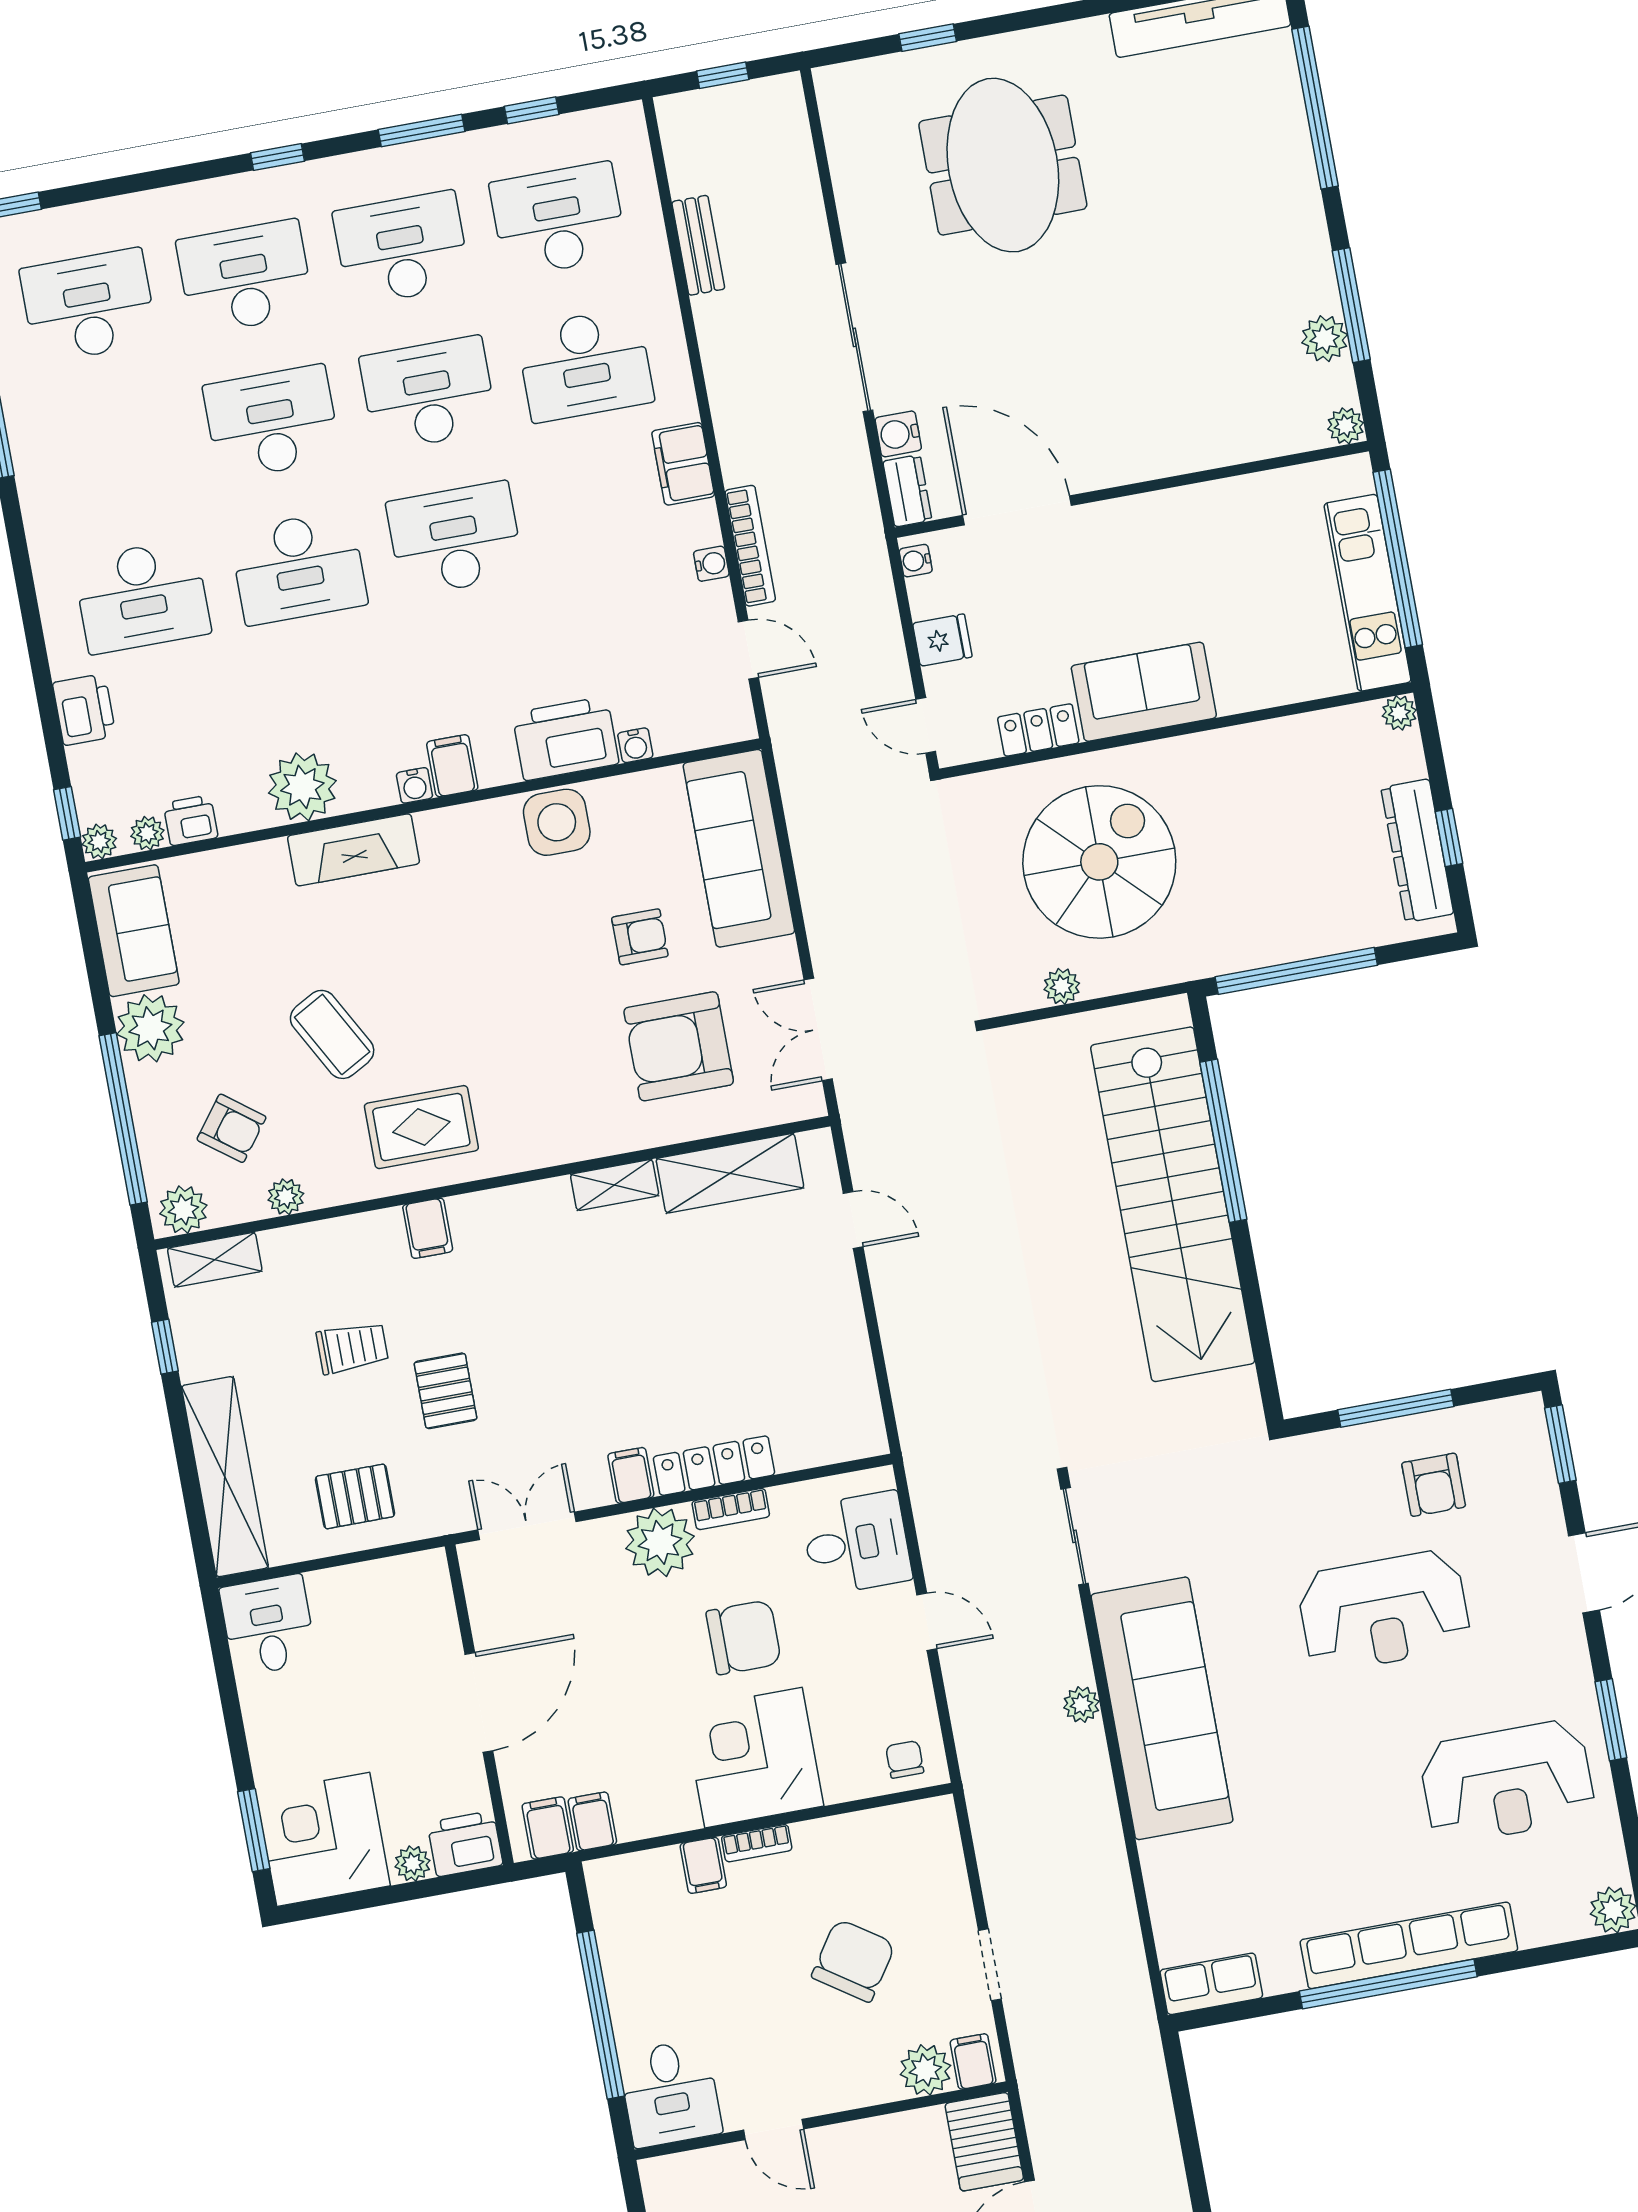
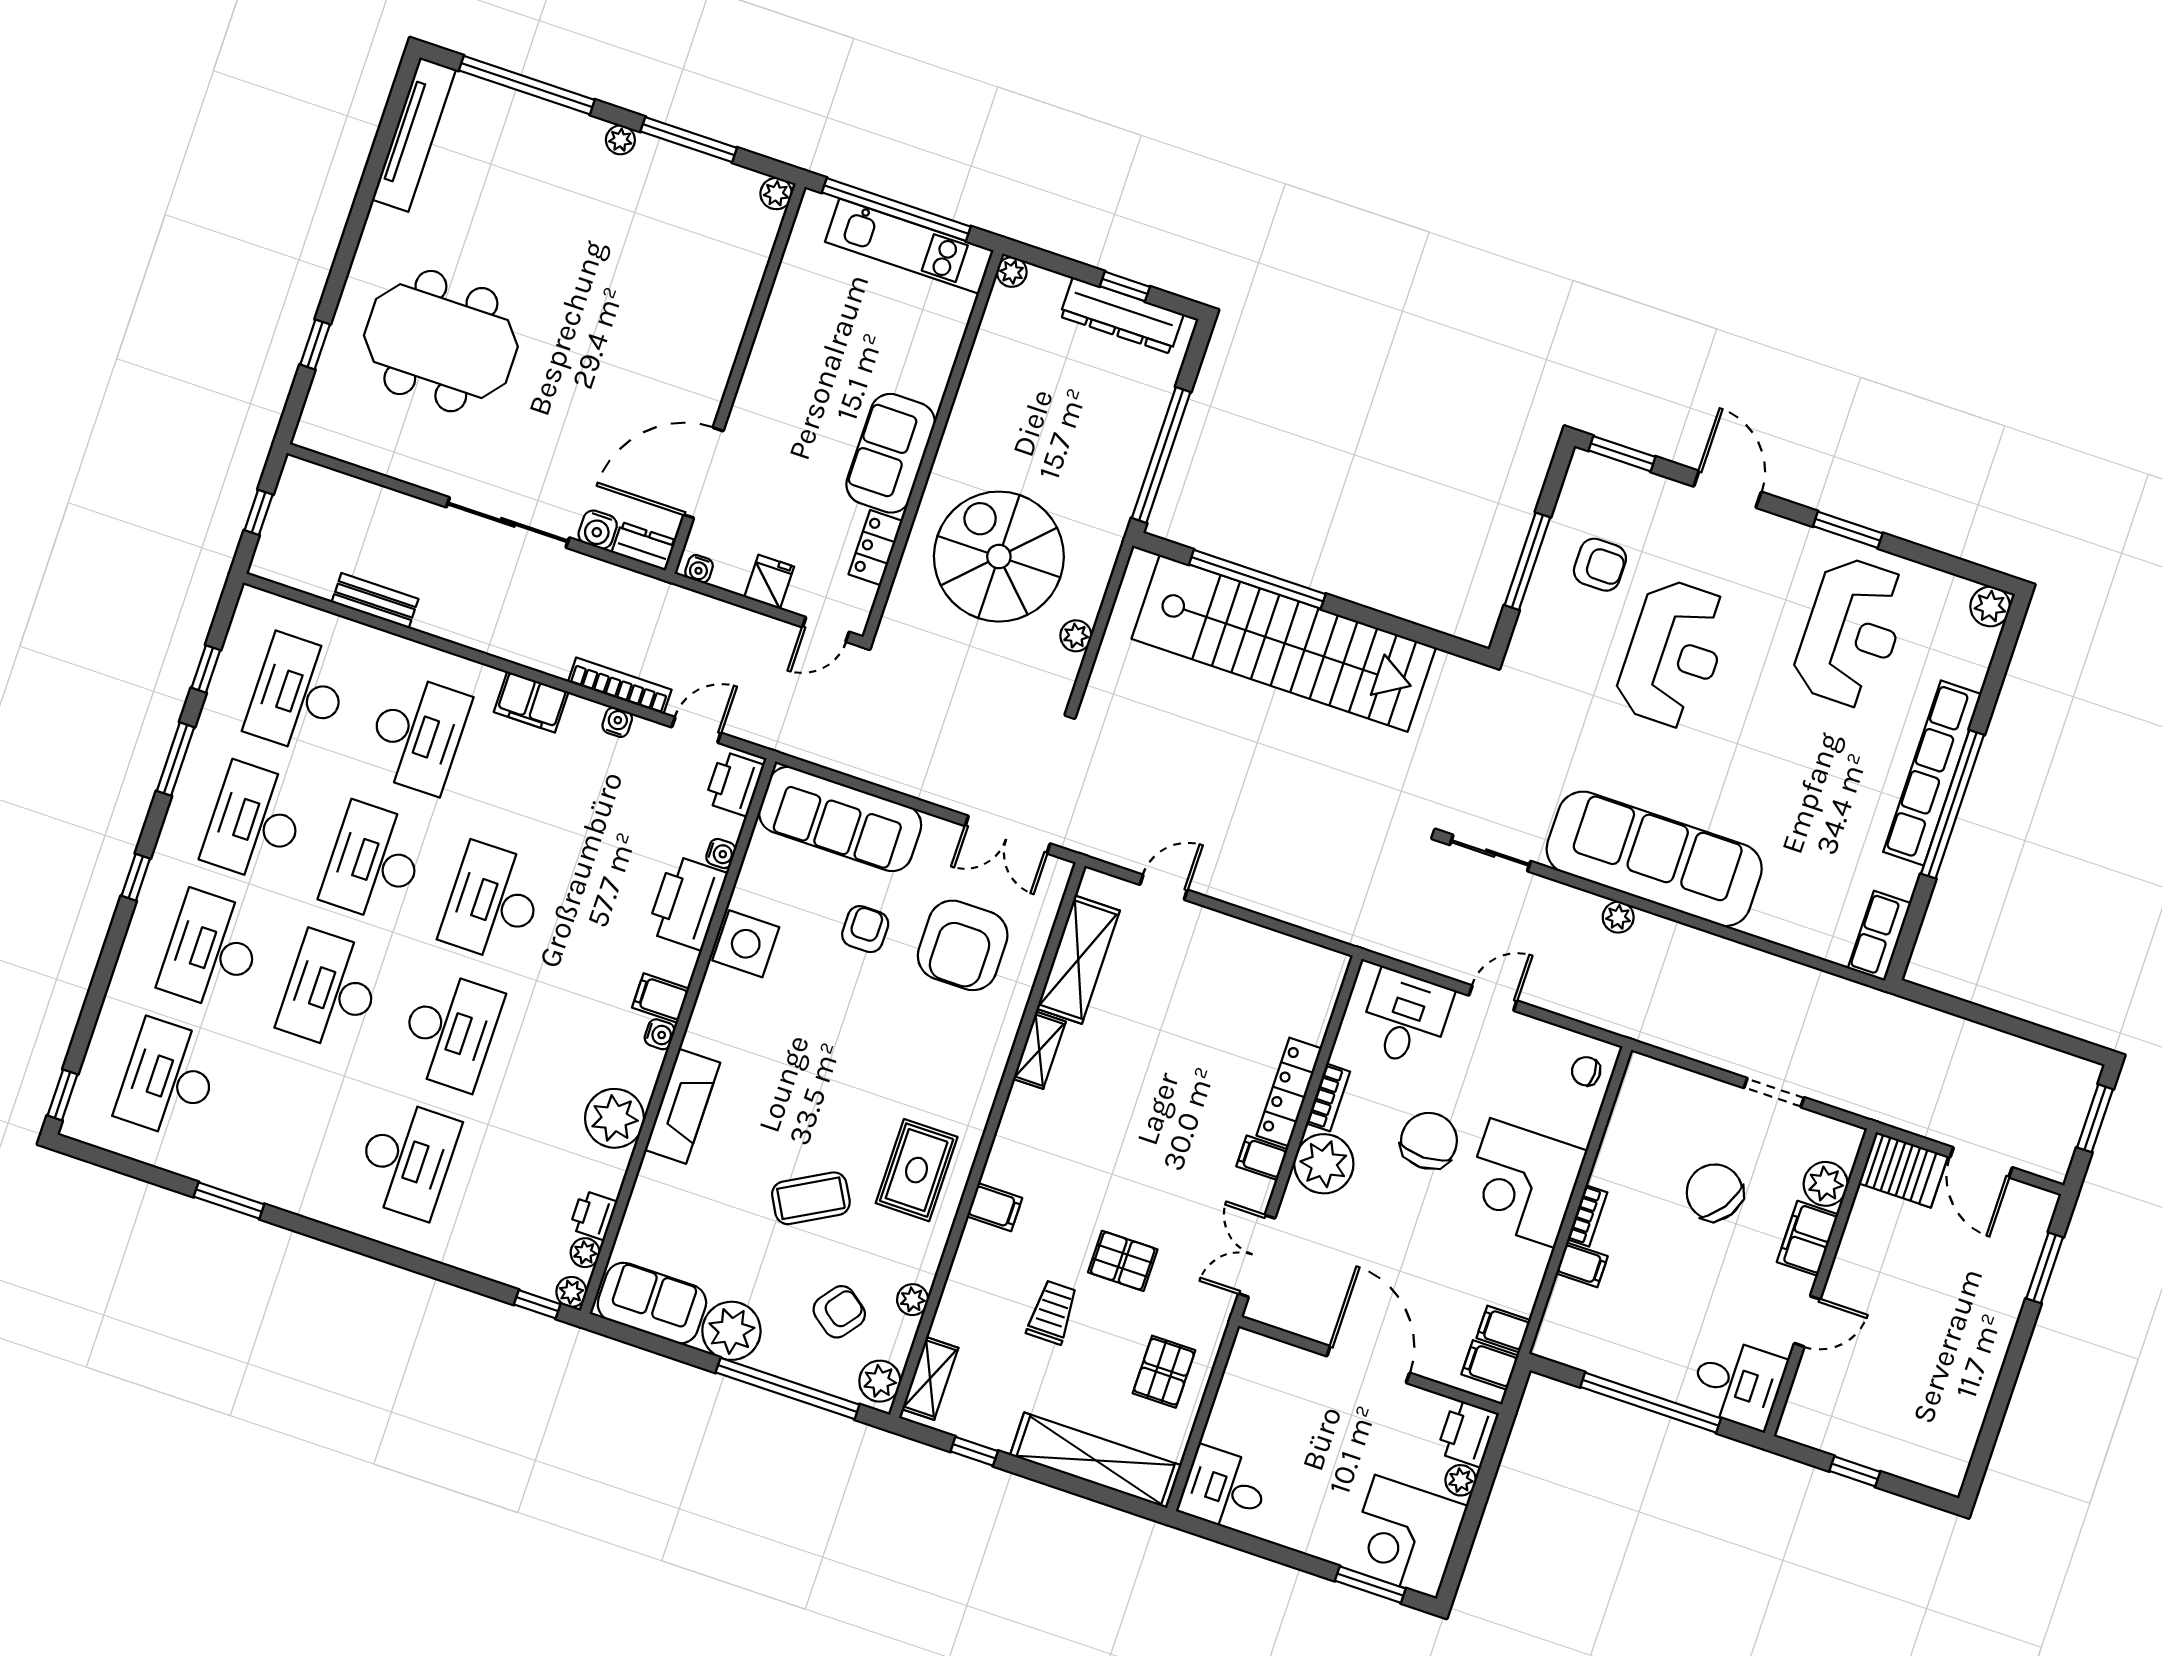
plant: (1325, 339) -> (620, 140), moved, width x0.73, depth x0.73
printer: (84, 710) -> (734, 784), moved, turned -90
filing cabinet: (973, 2061) -> (1808, 1238), moved, width x2.00

